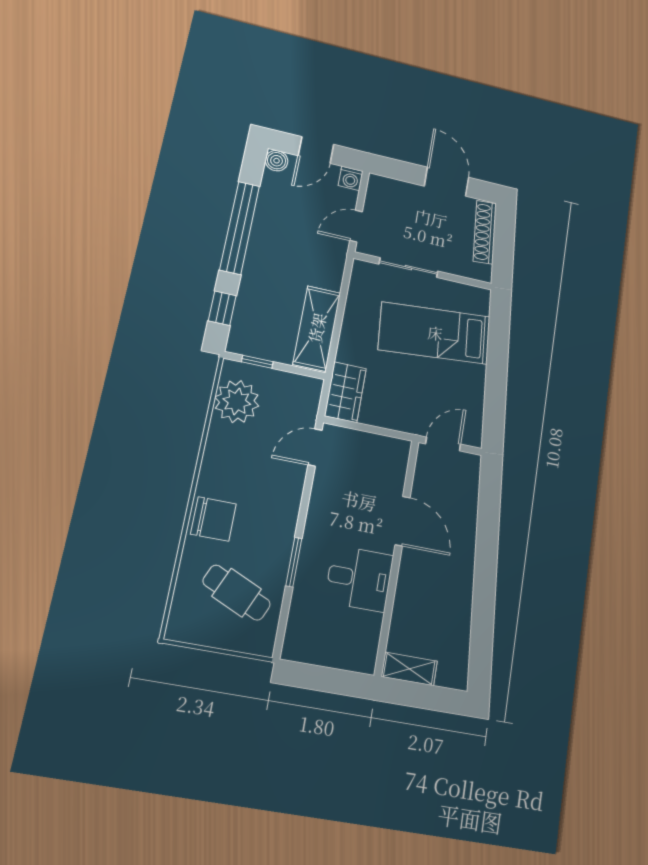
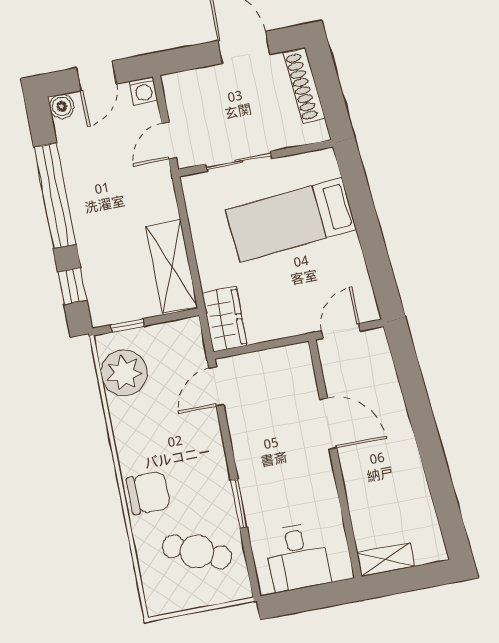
desk: (359, 579) -> (298, 557), moved, turned 90

